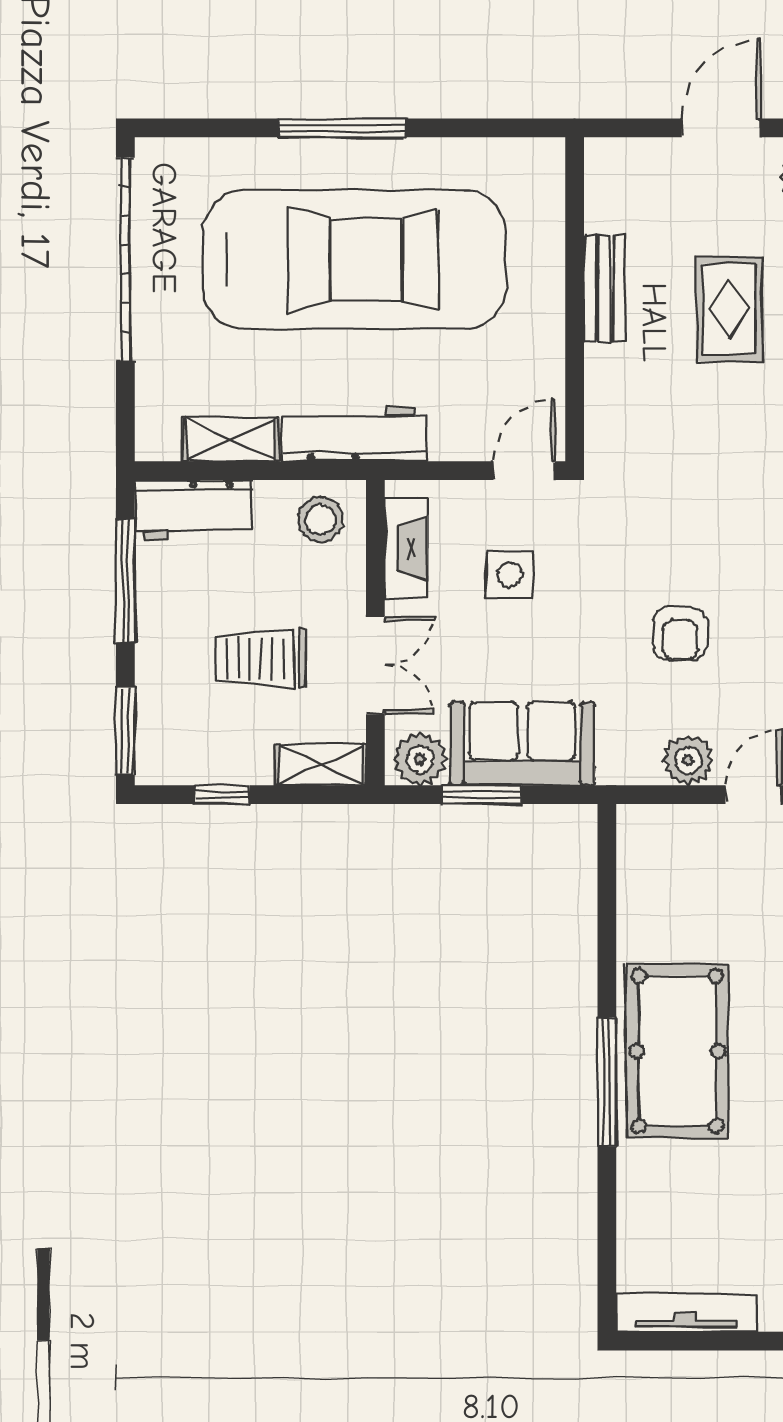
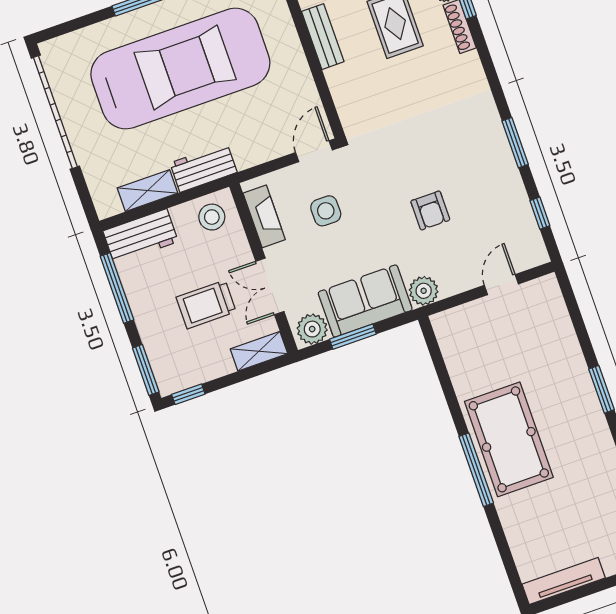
workbench: (355, 434) -> (203, 168), width x0.73
double door: (375, 665) -> (270, 286), swing flipped
plant: (688, 760) -> (424, 291), moved
window: (222, 795) -> (188, 394), moved

